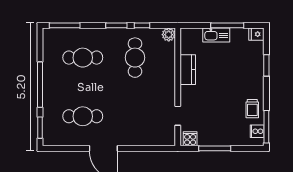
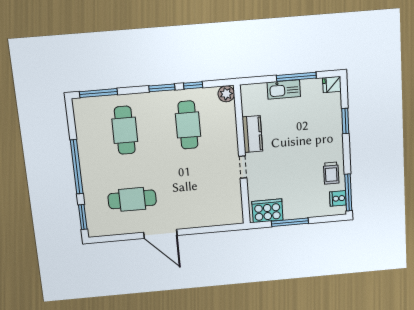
cafe table: (83, 58) -> (125, 130), turned 90
doorway: (178, 116) -> (243, 167), moved
cooker: (190, 139) -> (267, 211), width x1.87, depth x1.31

